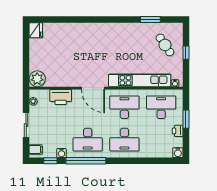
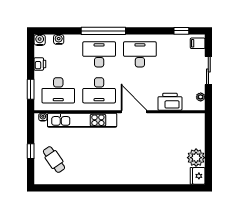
window: (150, 19) -> (70, 188), removed
plant: (37, 79) -> (196, 158), moved
window: (186, 119) -> (31, 89), moved
water cooler: (62, 153) -> (59, 39), moved
window: (86, 161) -> (103, 31), moved

